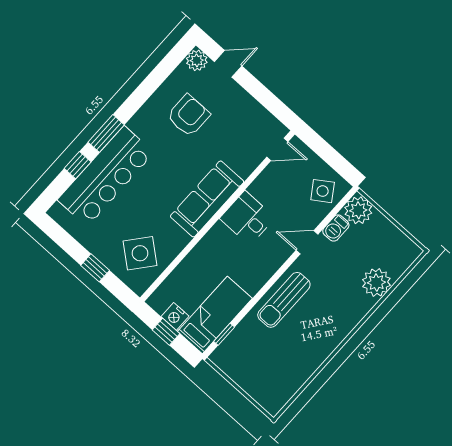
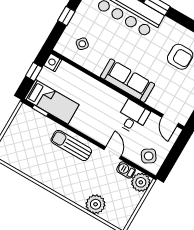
desk: (247, 218) -> (133, 117), moved
side table: (140, 253) -> (82, 44), width x0.54, depth x0.54
nightstand: (175, 316) -> (53, 63), moved

